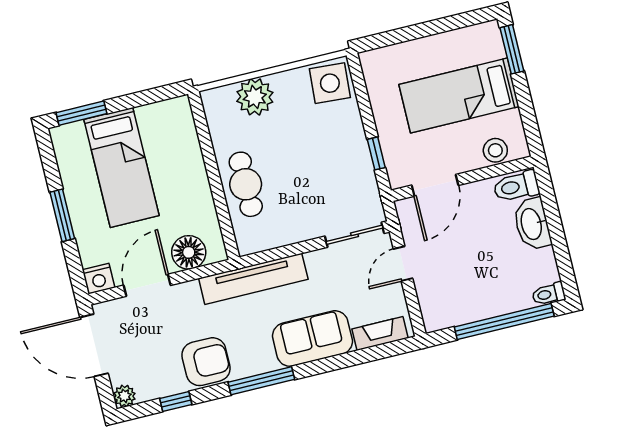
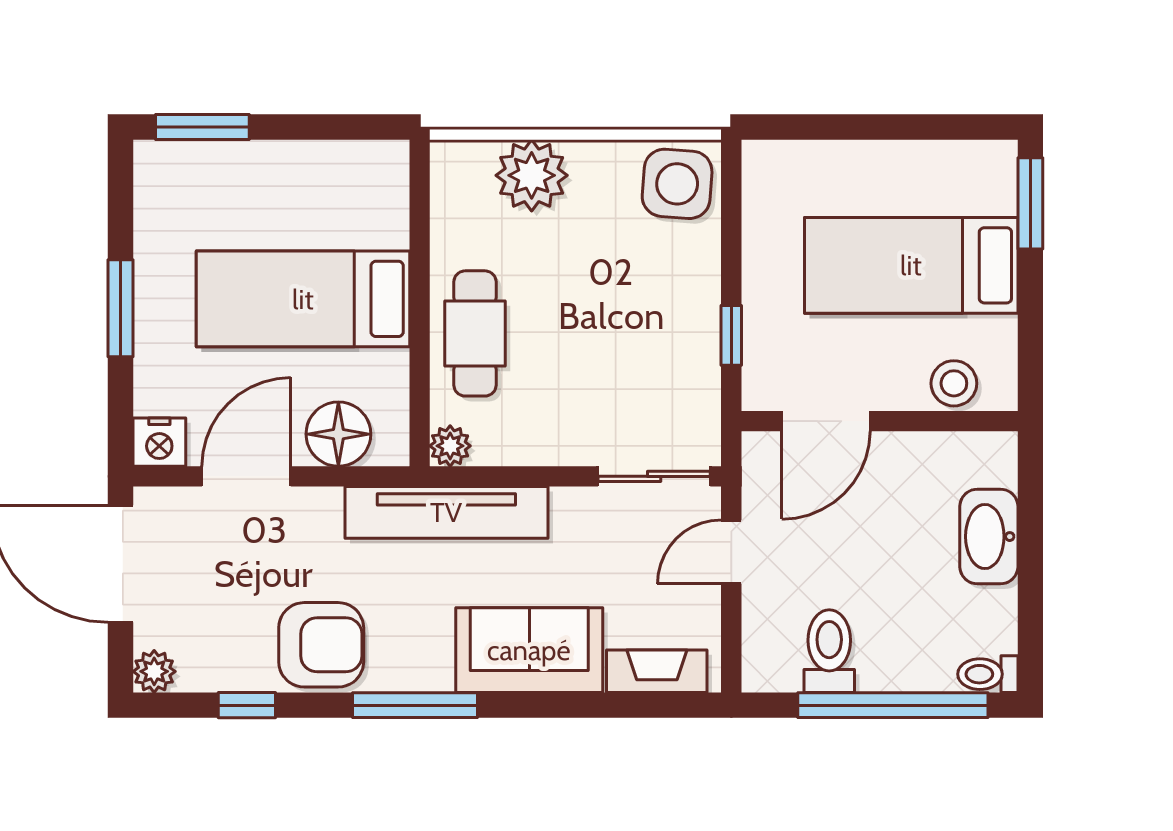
bed: (121, 168) -> (303, 299), moved, turned 90
toilet: (516, 186) -> (829, 651), moved, turned 90
plant: (247, 245) -> (450, 446), added

